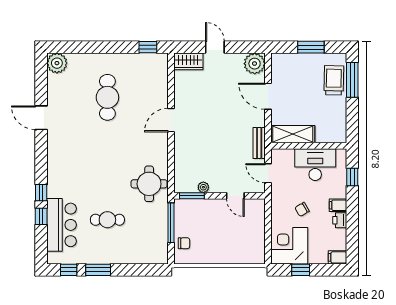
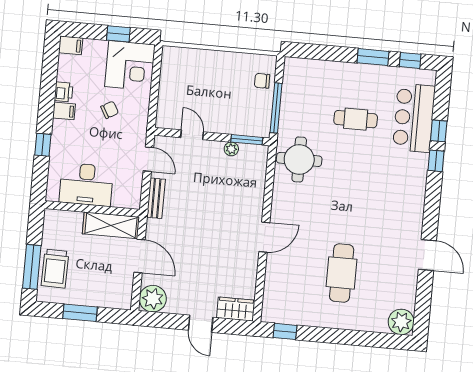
shelving: (293, 134) -> (111, 225), moved
wall: (309, 146) -> (92, 209), moved
desk: (315, 165) -> (86, 184), moved

